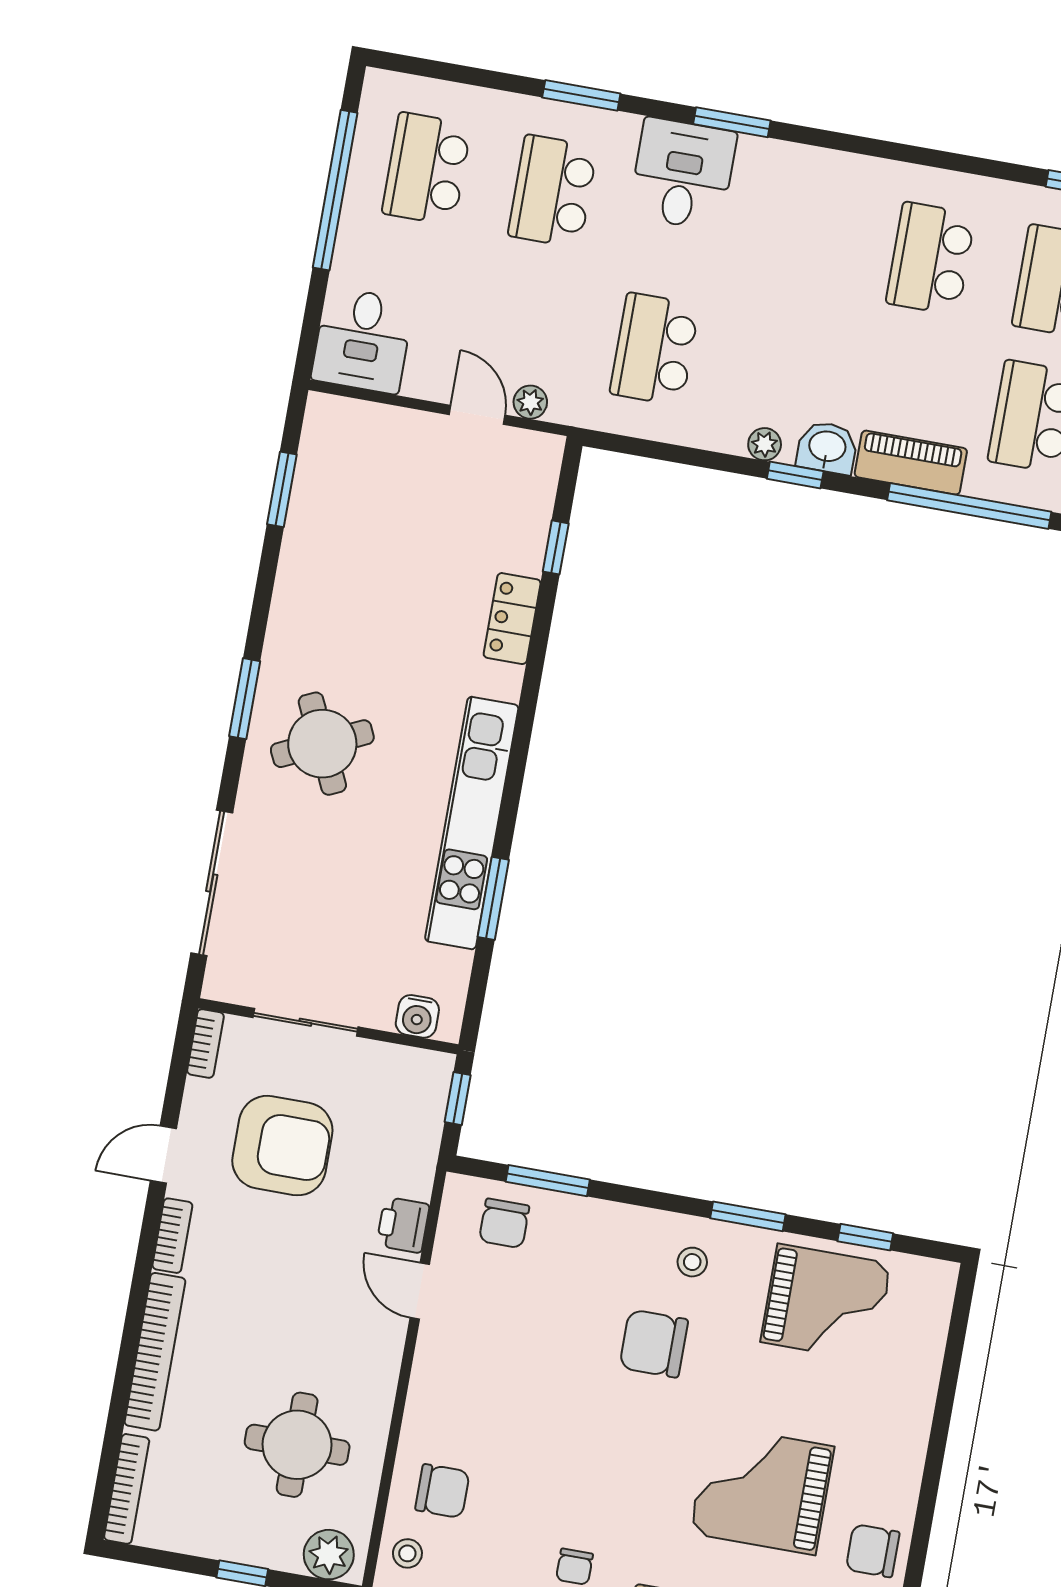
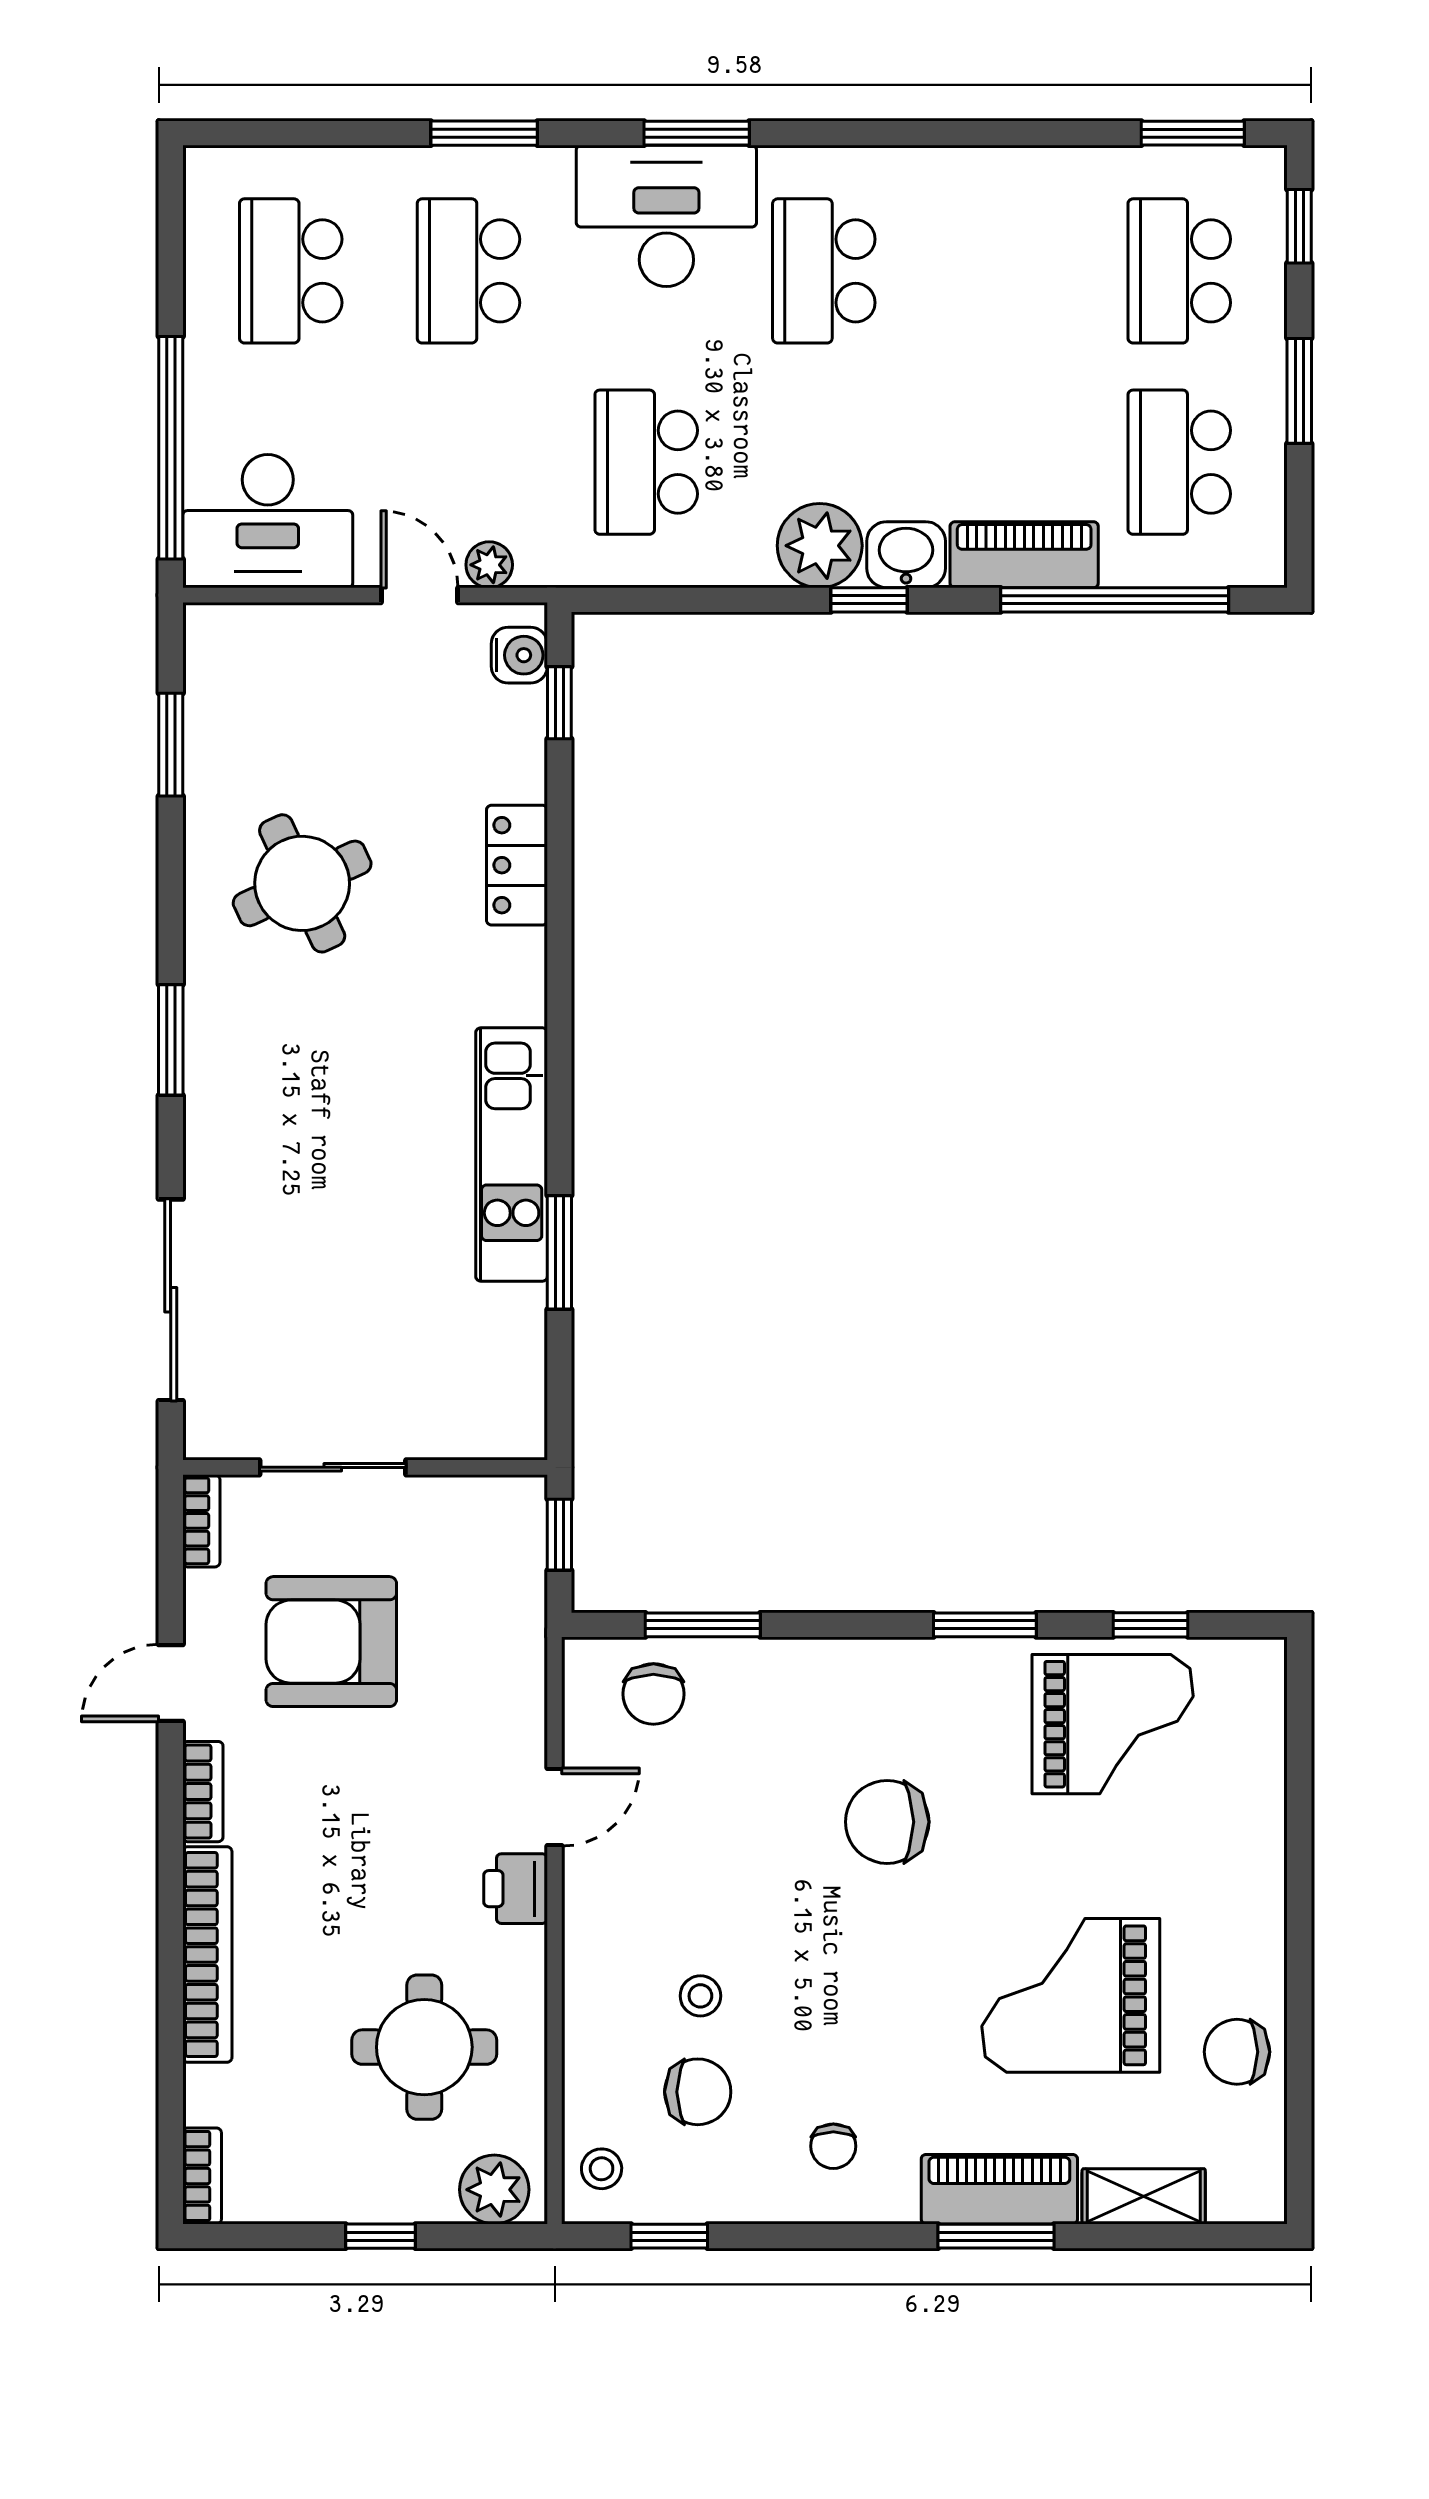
desk: (683, 174) -> (666, 216), width x1.37
window: (335, 190) -> (171, 448), moved
school desk: (931, 258) -> (824, 271), moved
desk: (362, 340) -> (268, 521), width x1.37
plant: (765, 444) -> (820, 546), width x1.88, depth x1.88
window: (556, 547) -> (559, 703), moved
round table: (322, 744) -> (302, 883), moved
kitchen unit: (472, 823) -> (512, 1154), width x0.73
water cooler: (417, 1016) -> (519, 655), moved, turned -90
armchair: (282, 1146) -> (331, 1642), turned 180
printer: (403, 1225) -> (516, 1889), moved
stool: (692, 1262) -> (700, 1996), moved
door: (420, 1291) -> (555, 1807), swing flipped
bookcase: (127, 1489) -> (202, 2176), width x0.64
chair: (442, 1491) -> (698, 2092), moved

